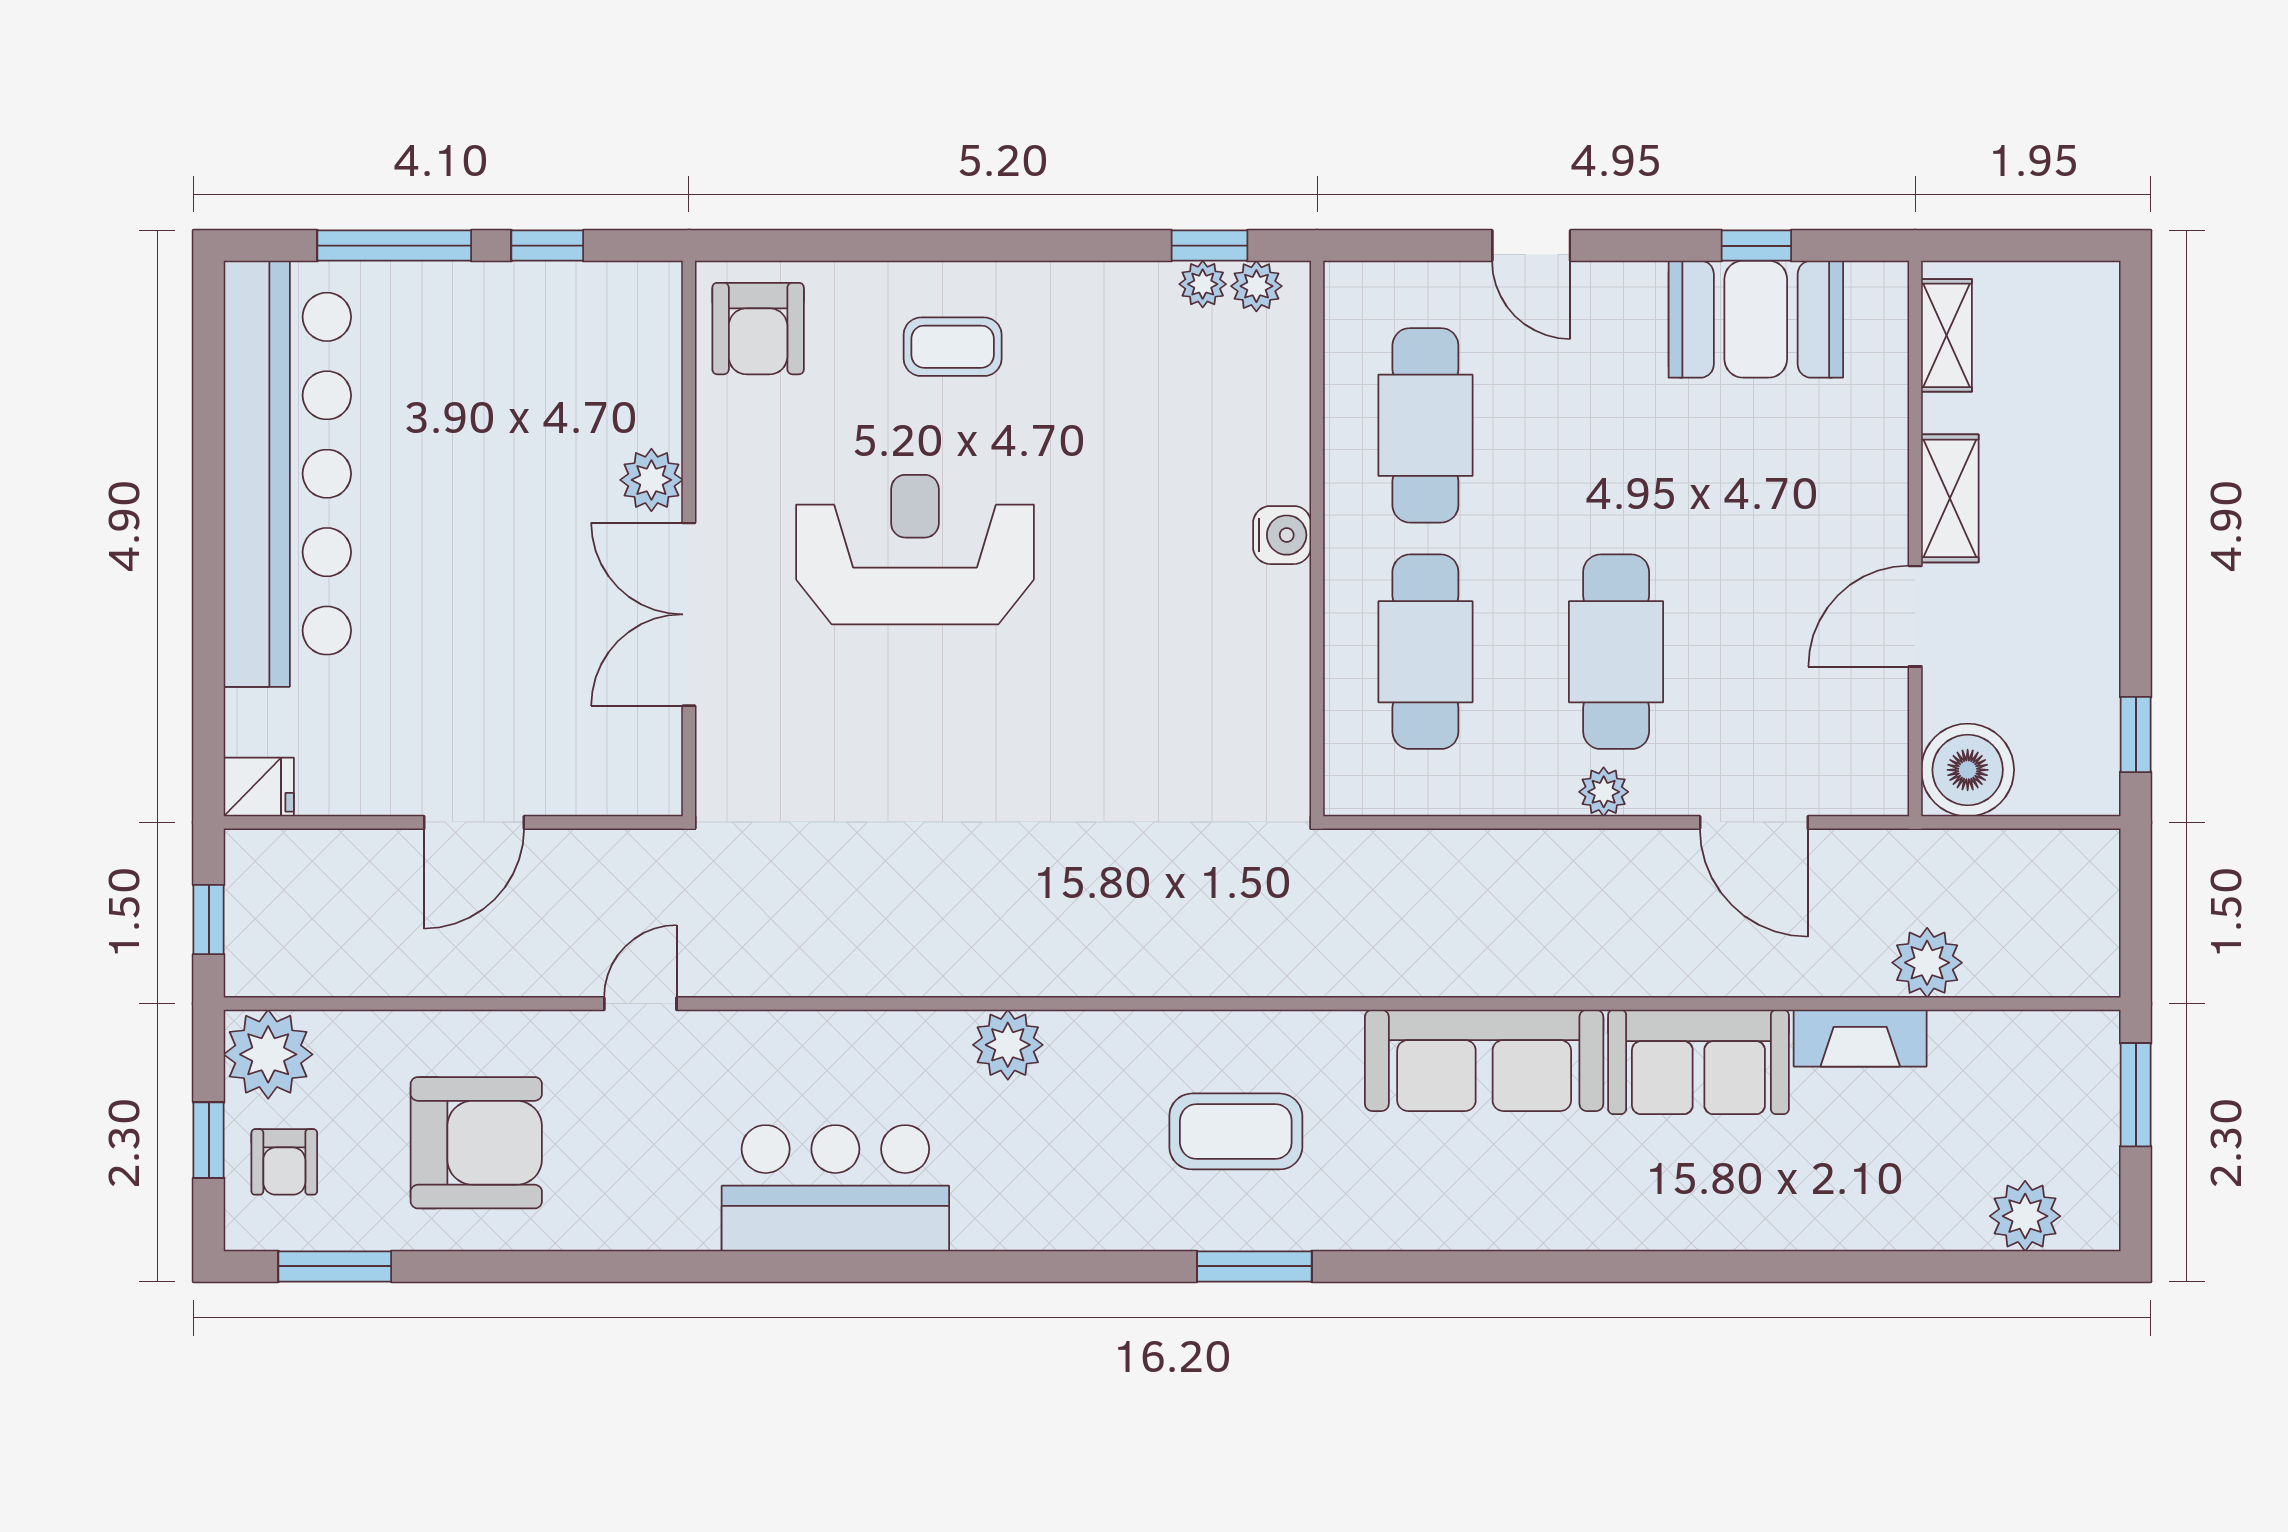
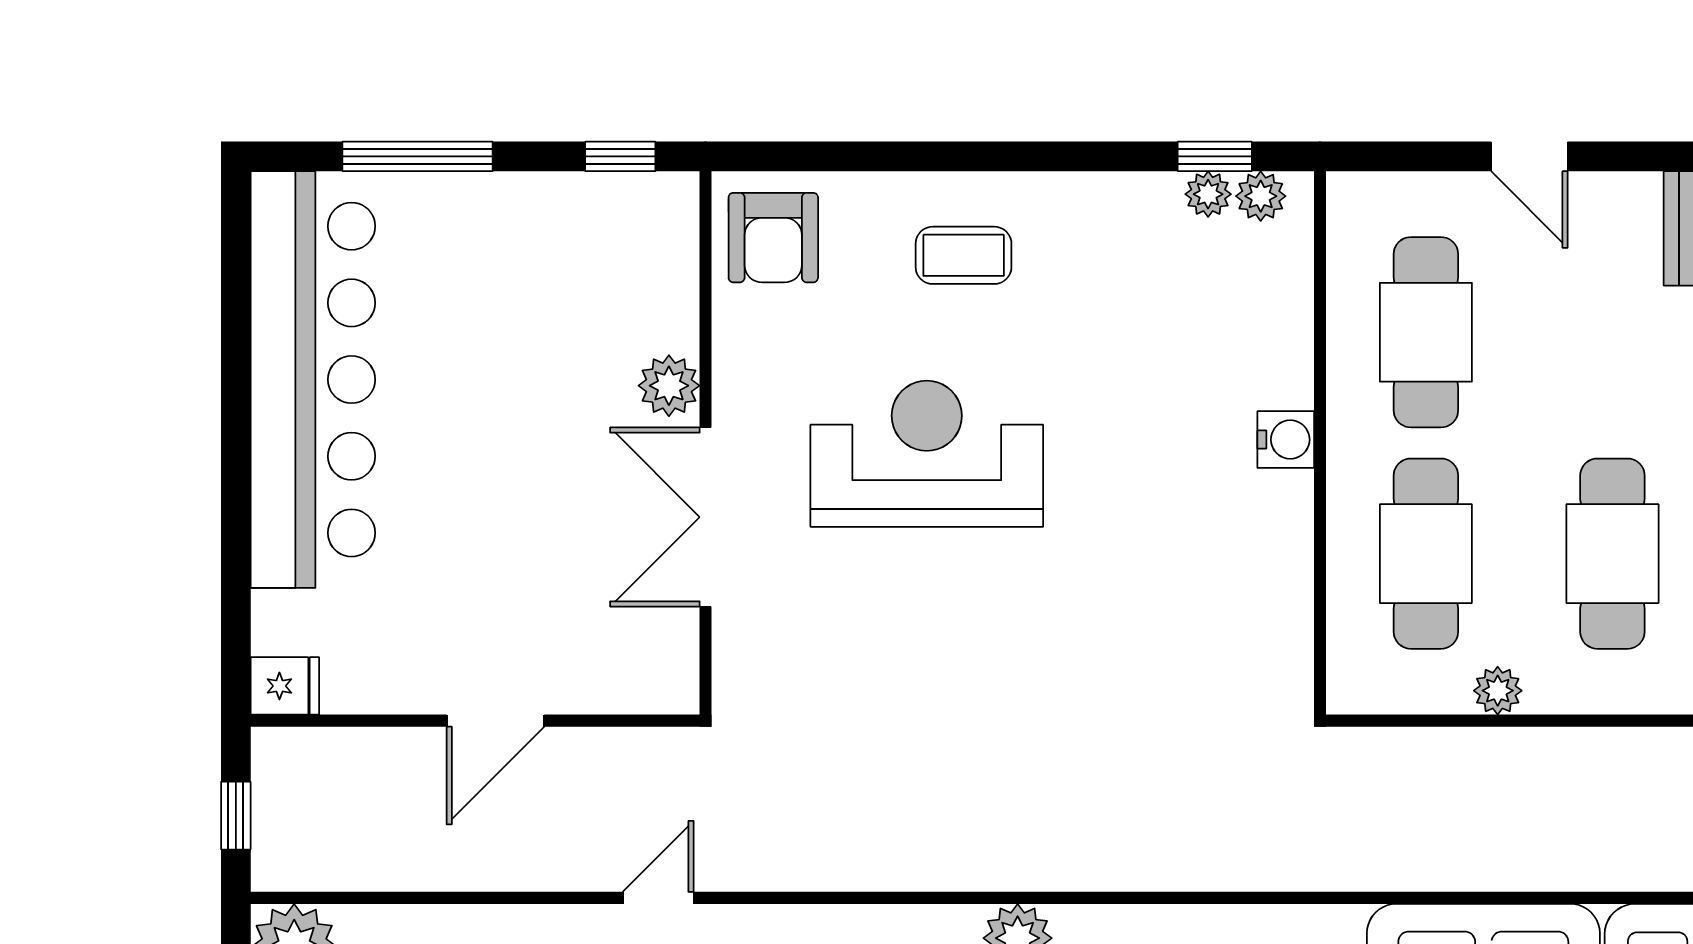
window: (547, 246) -> (620, 156), moved
plant: (1604, 792) -> (1498, 691), moved

